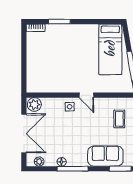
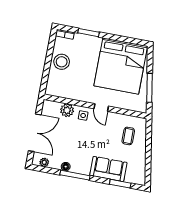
bed: (110, 49) -> (121, 66), width x2.04
stool: (38, 56) -> (62, 62), added
plant: (34, 104) -> (67, 110), moved

